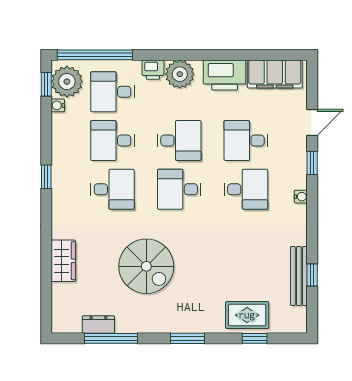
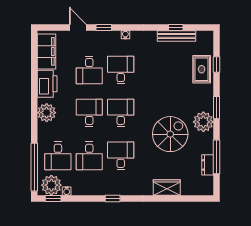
printer: (153, 70) -> (44, 130), removed
desk: (179, 189) -> (121, 113), turned 180
plant: (165, 318) -> (203, 122), added

